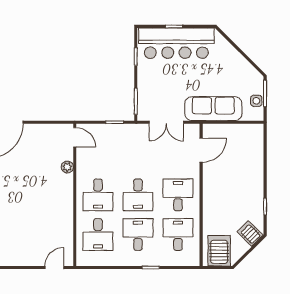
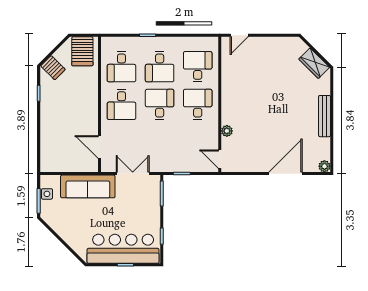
door: (201, 150) -> (99, 147), hinge flipped

